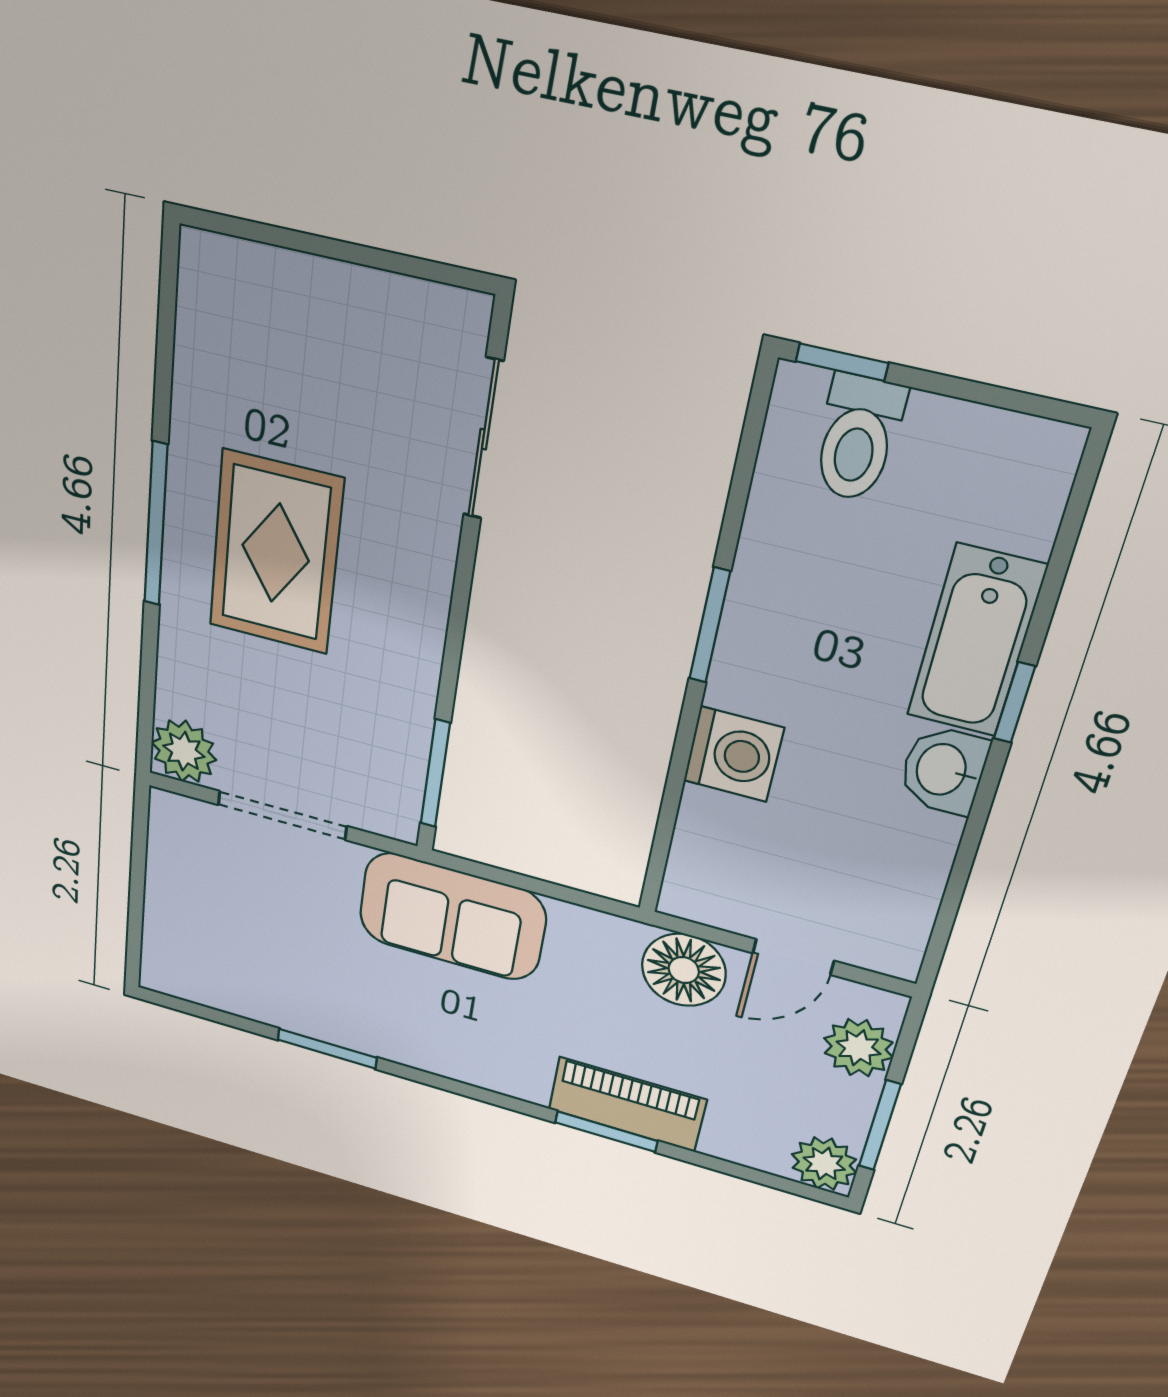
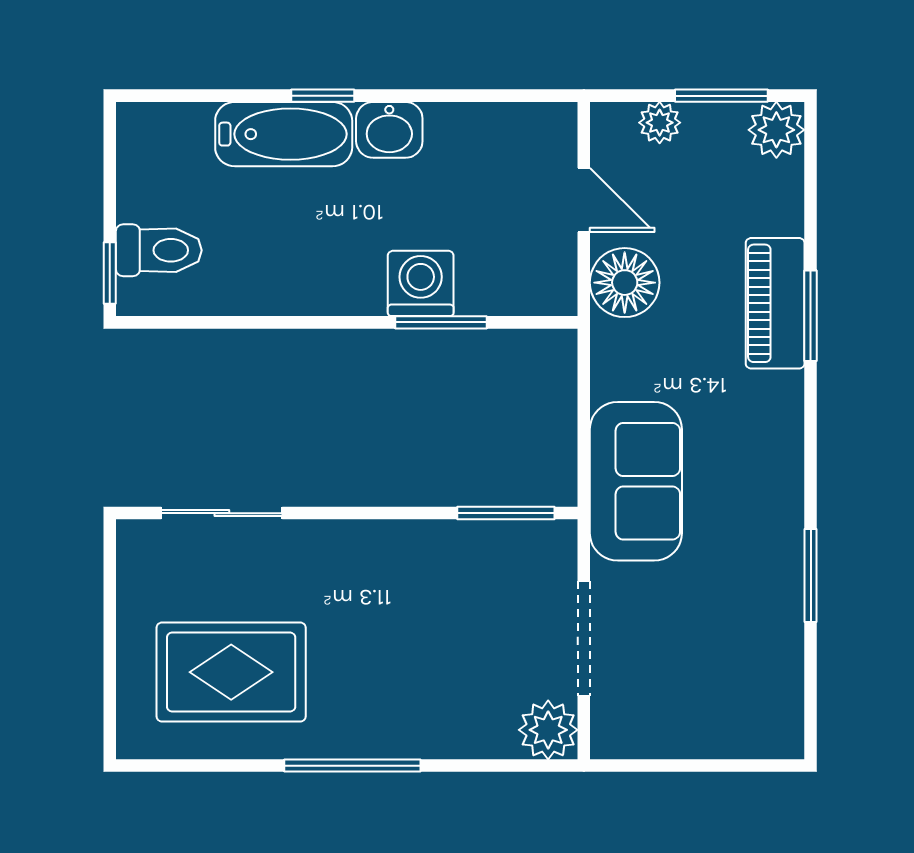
rug: (276, 553) -> (231, 672), moved
window: (710, 625) -> (441, 322), moved
plant: (859, 1048) -> (660, 123), width x0.73, depth x0.73

